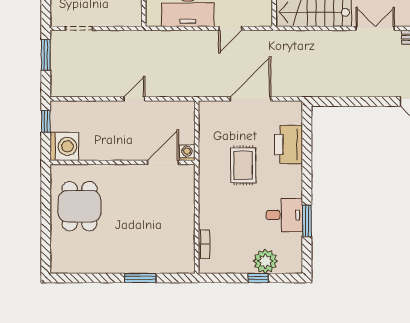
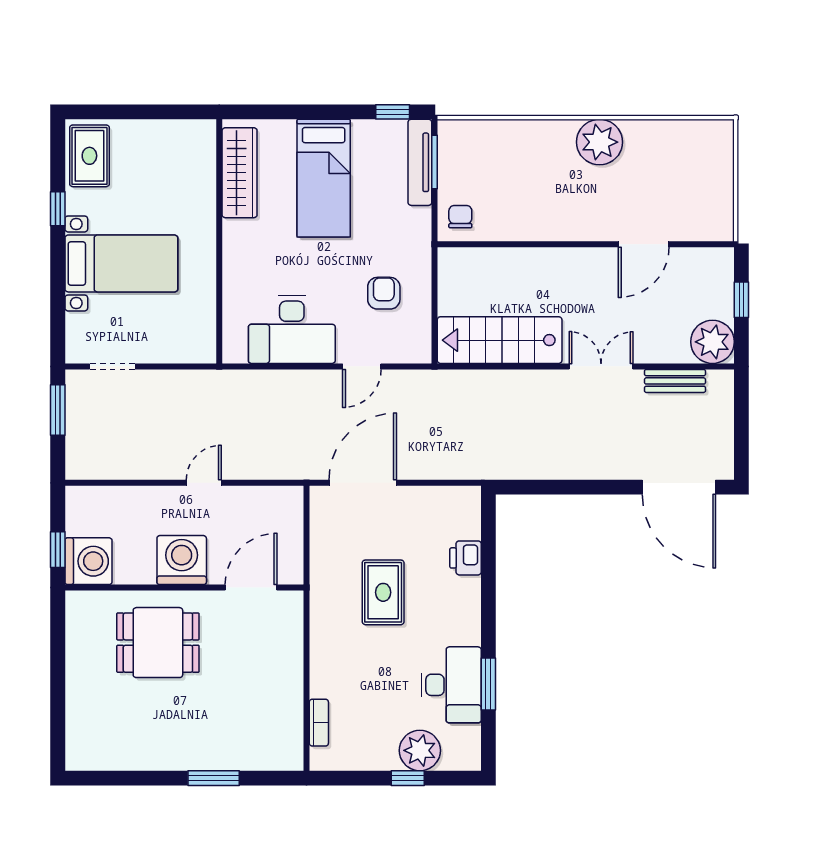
door: (250, 99) -> (363, 483), moved
window: (46, 121) -> (58, 550), moved
printer: (288, 144) -> (466, 558), width x0.53, depth x0.68
washing machine: (187, 153) -> (182, 560), moved, width x1.89, depth x1.89
dining table: (79, 206) -> (158, 643), moved, turned 90
desk: (284, 215) -> (451, 685), width x1.37

